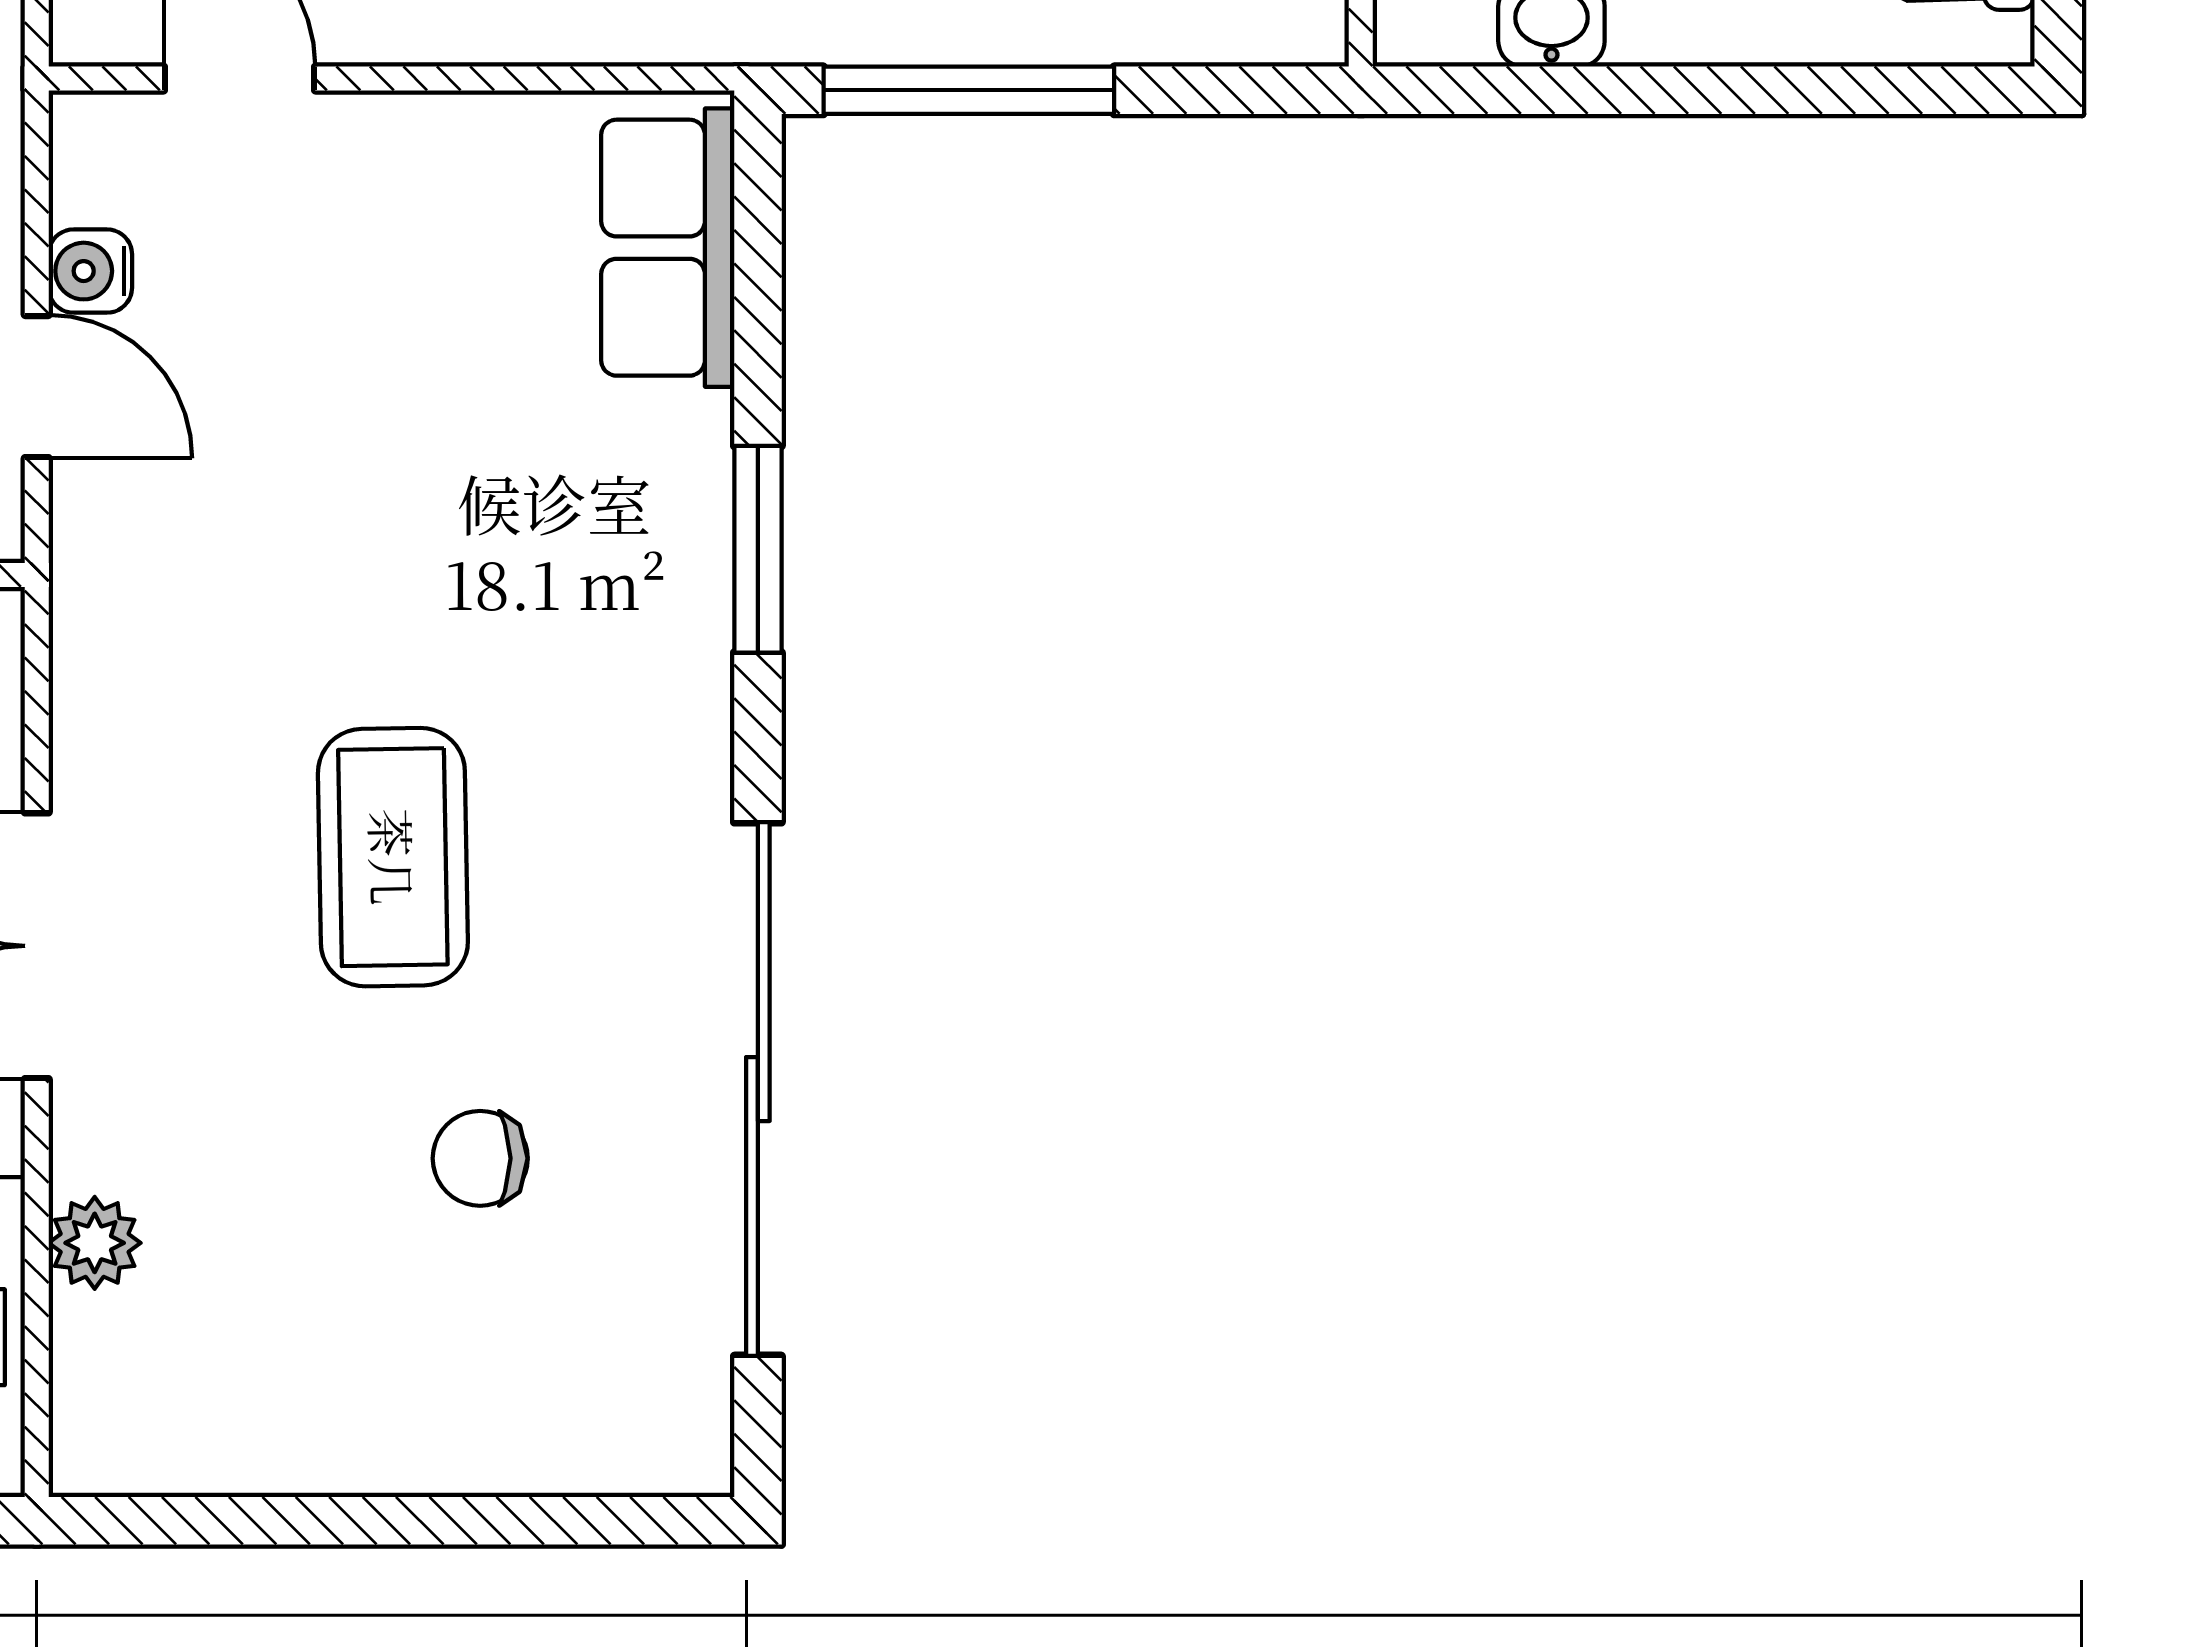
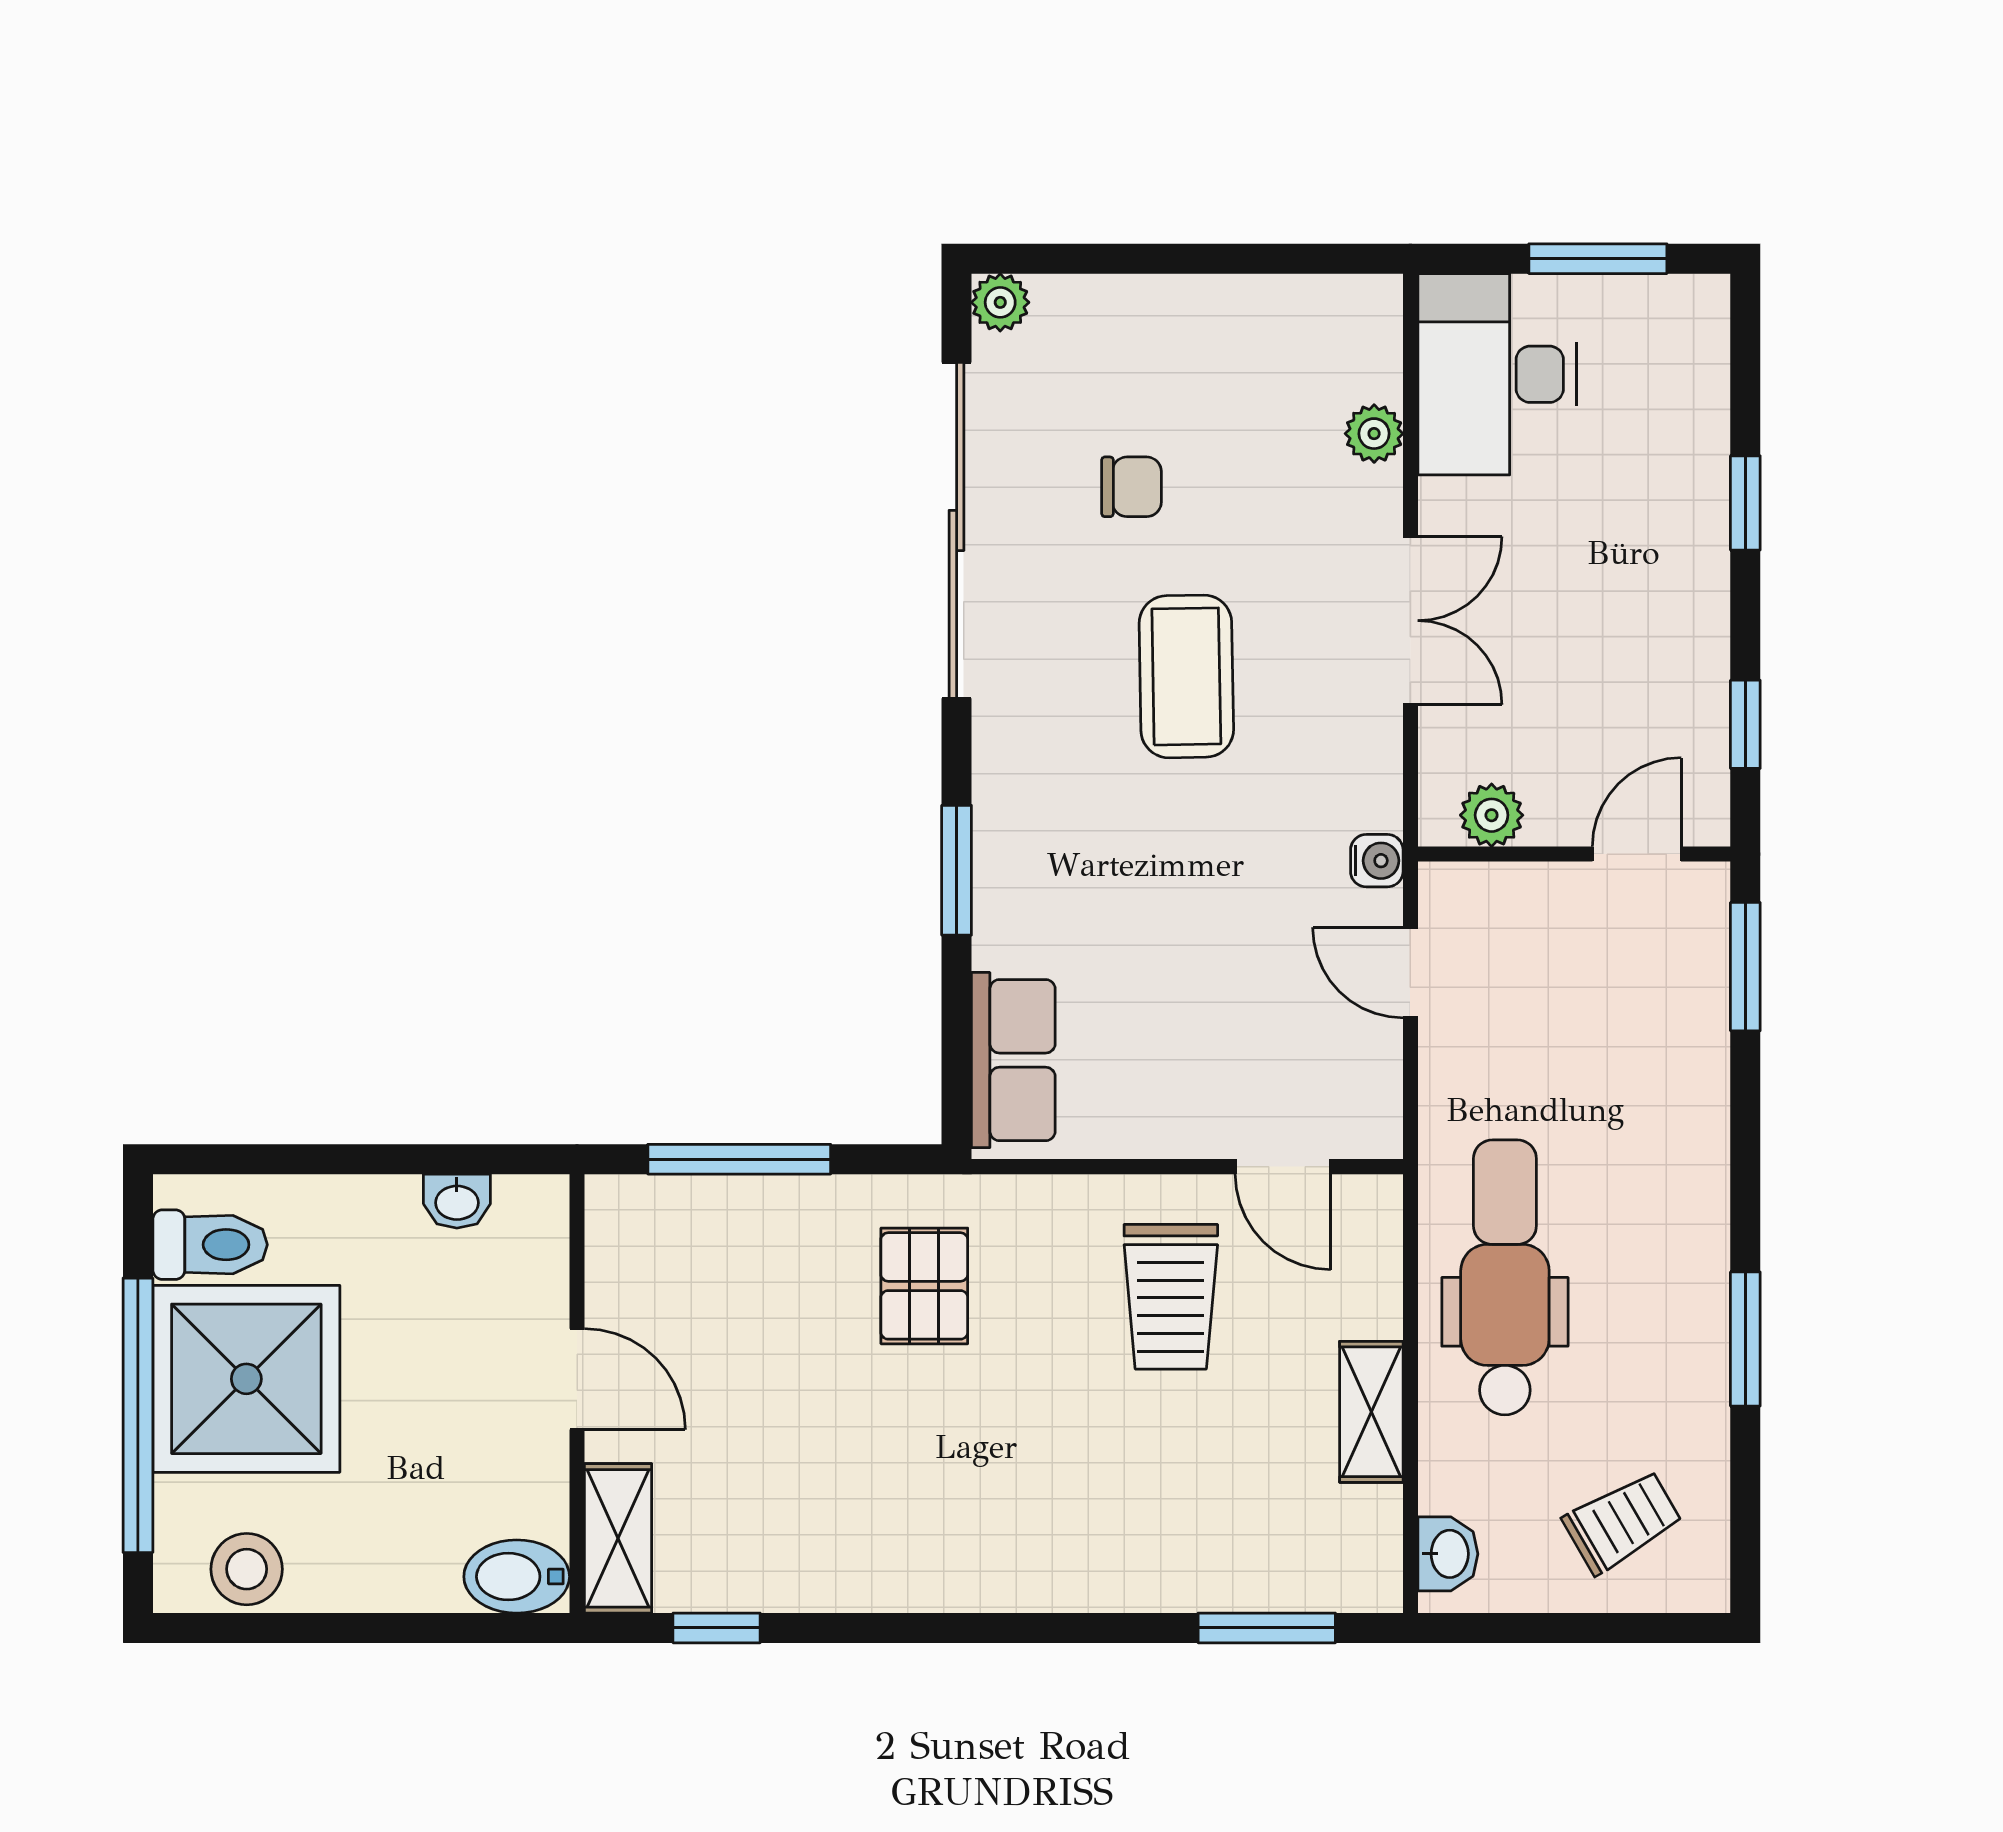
window: (969, 90) -> (739, 1159), moved
water cooler: (90, 271) -> (1377, 861), moved
plant: (689, 1451) -> (1000, 302), added

